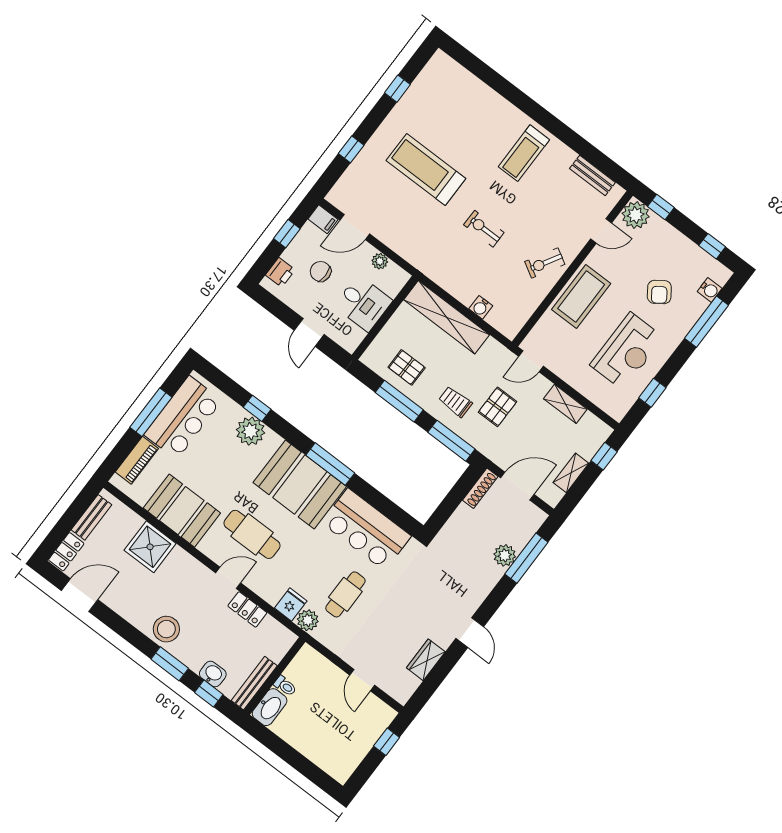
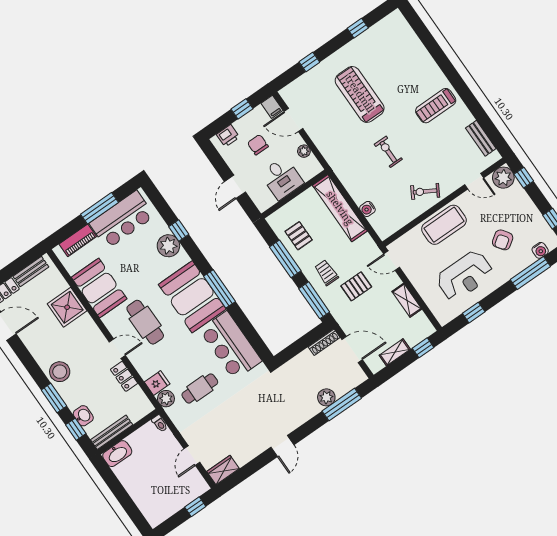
wardrobe: (426, 660) -> (223, 470), moved
toilet: (285, 686) -> (160, 424), moved

